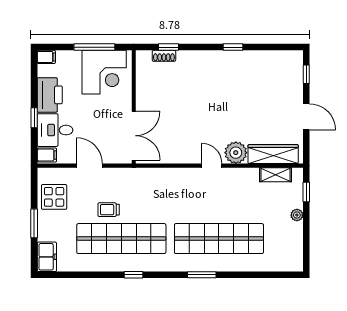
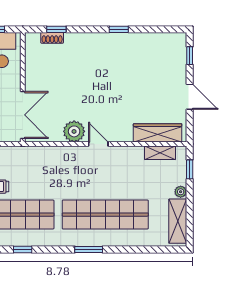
plant: (236, 153) -> (74, 131), moved
shelving: (294, 245) -> (178, 221), added

